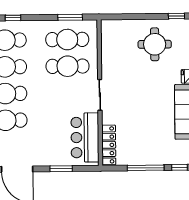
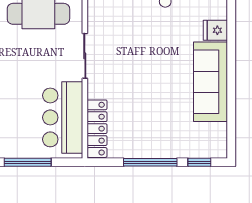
window: (61, 169) -> (28, 162), width x1.44

